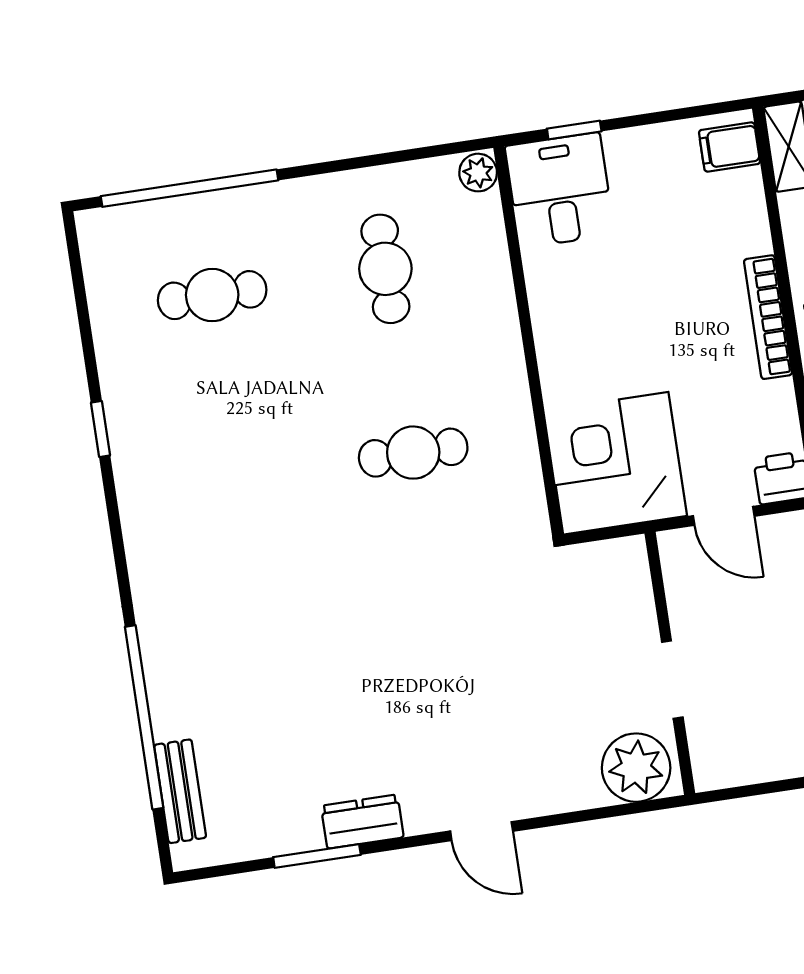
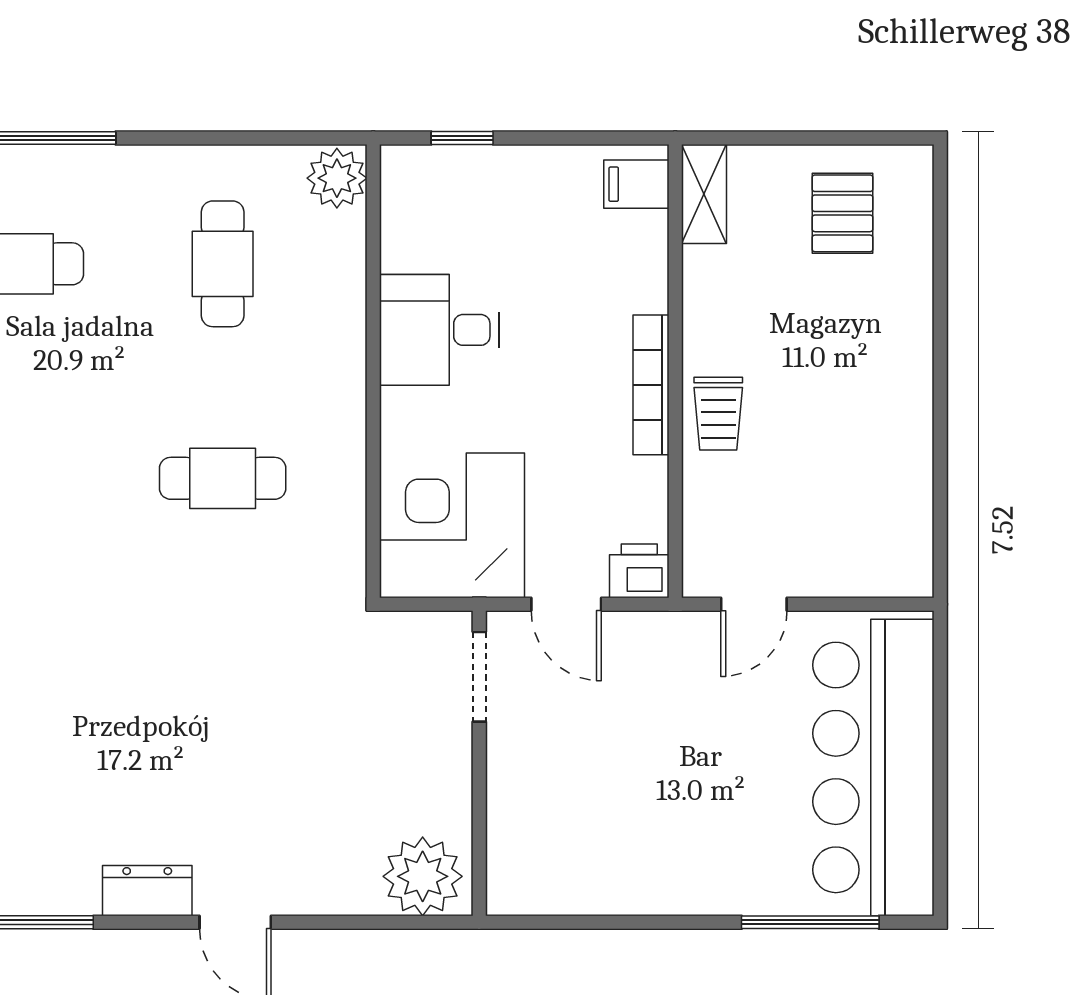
plant: (478, 173) -> (337, 178), width x1.38, depth x1.38
desk: (560, 190) -> (439, 330), moved, turned -90
doorway: (672, 680) -> (479, 677), moved
dresser: (362, 822) -> (147, 891), moved

